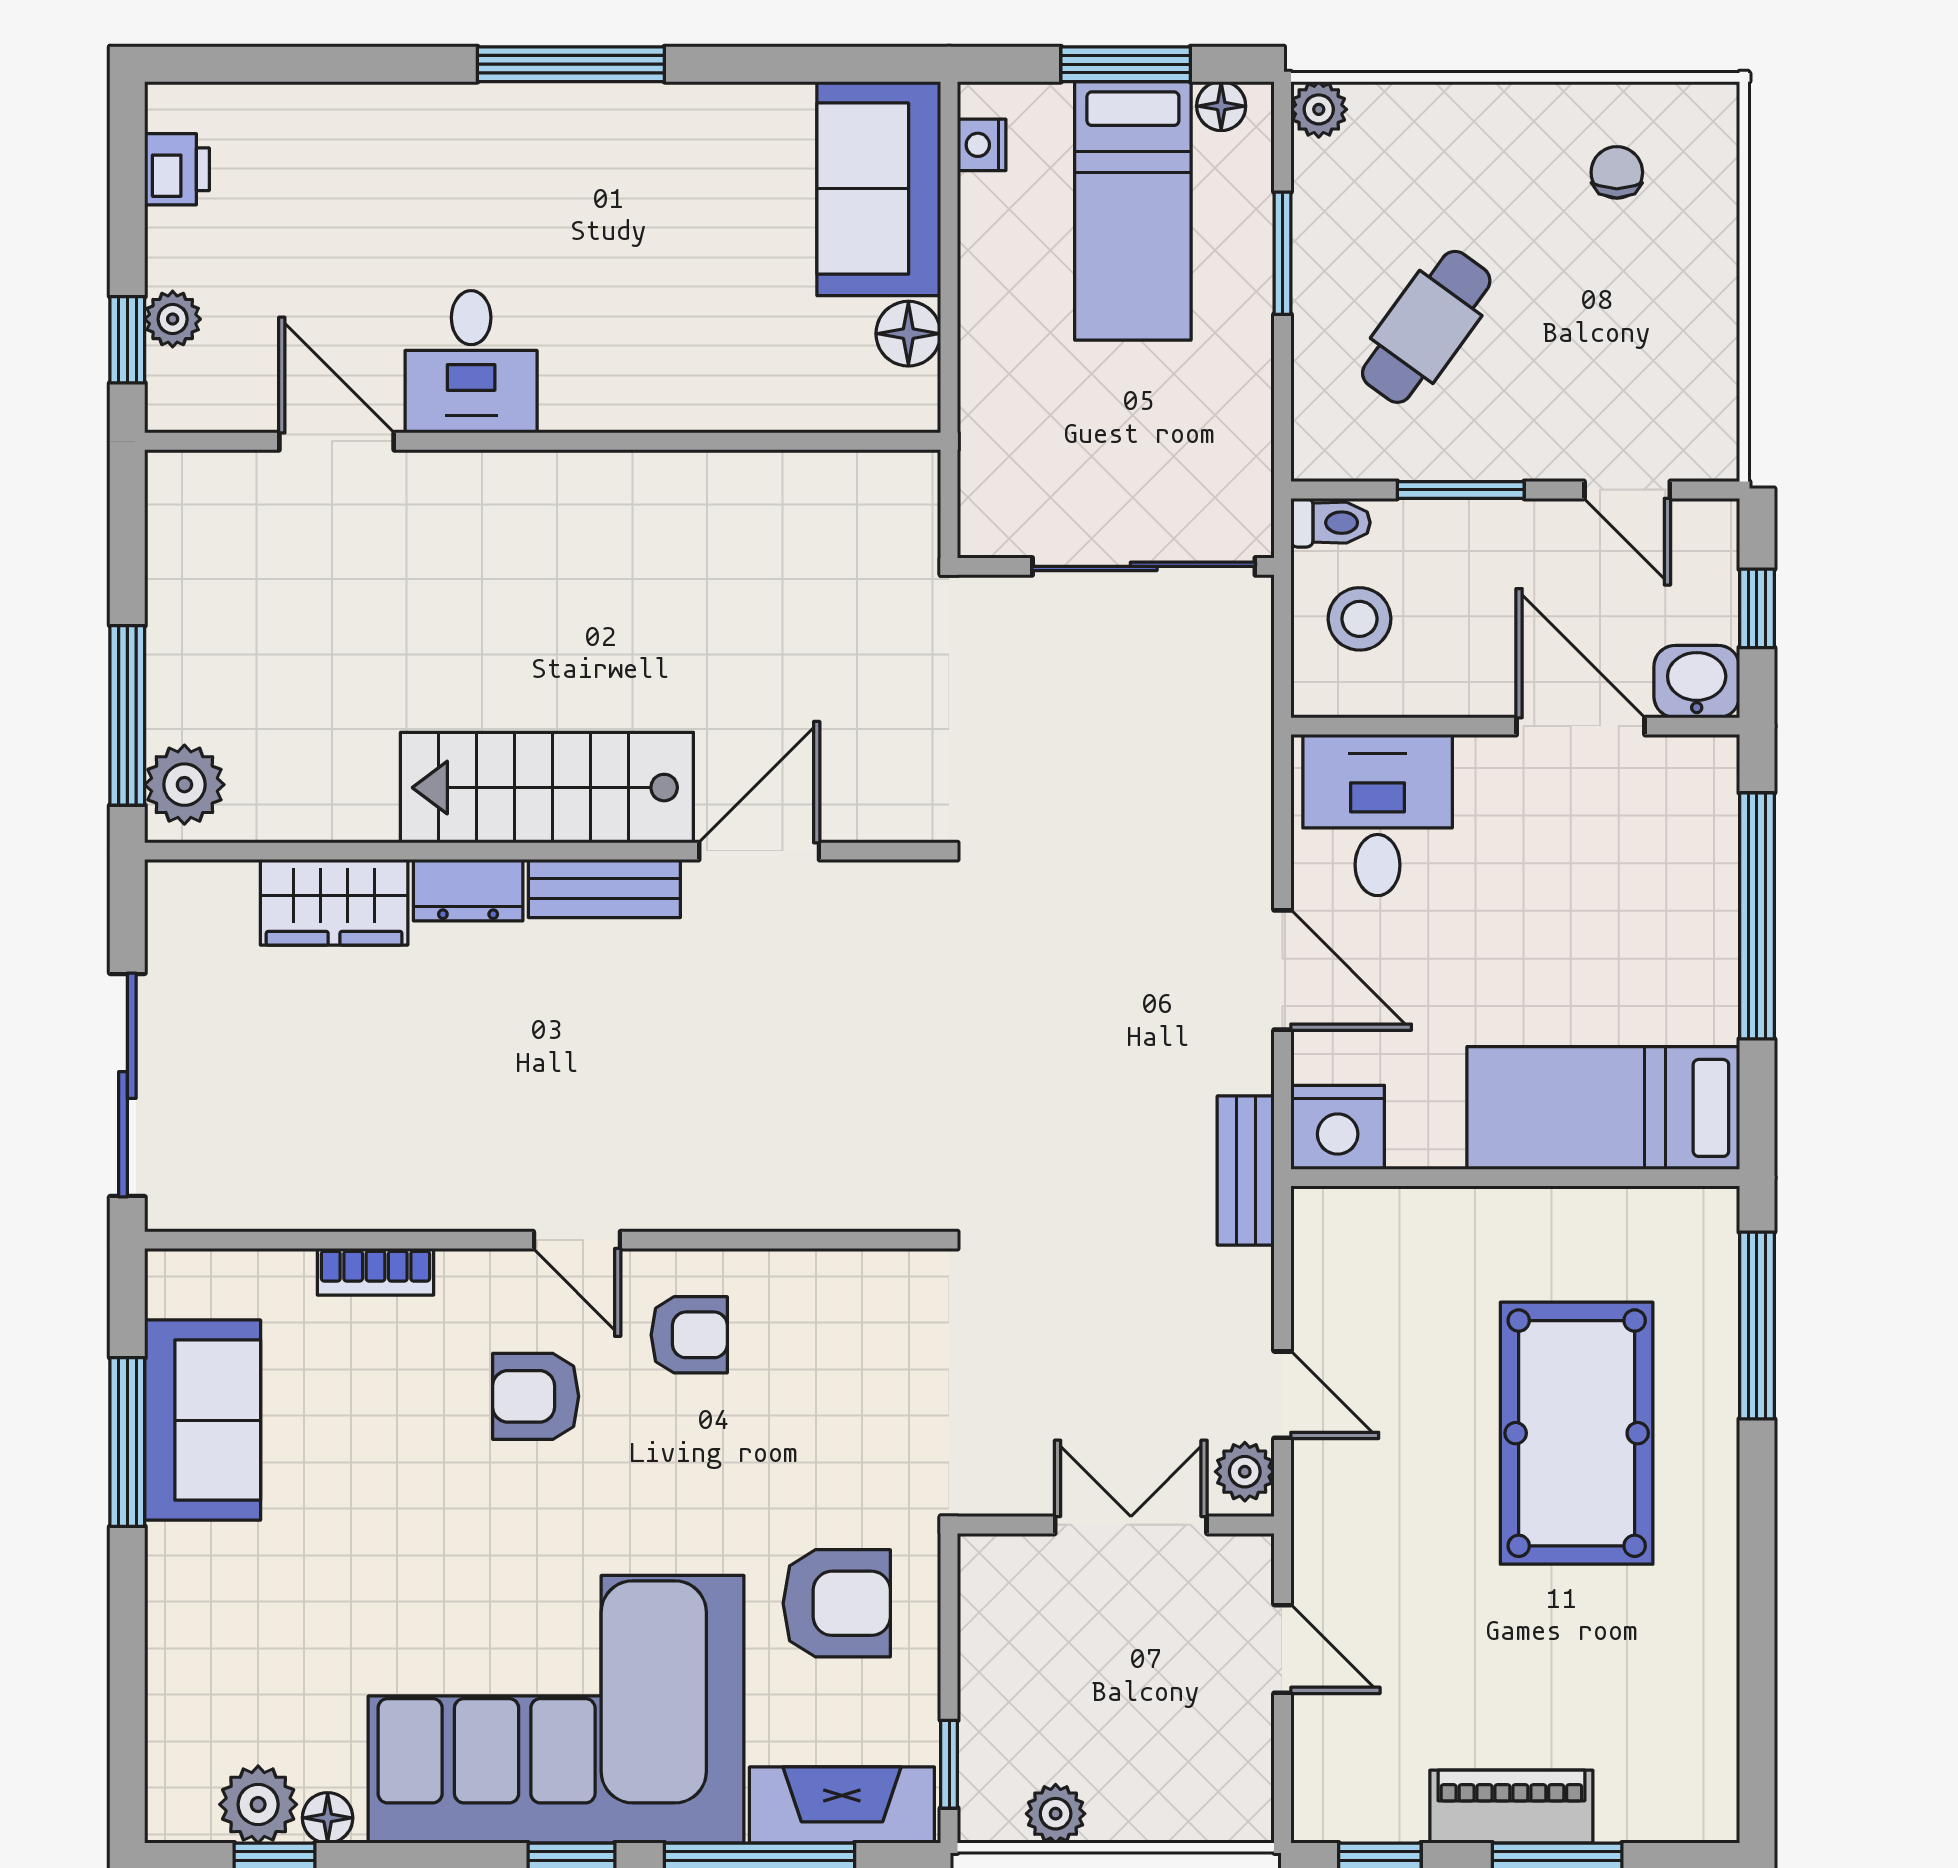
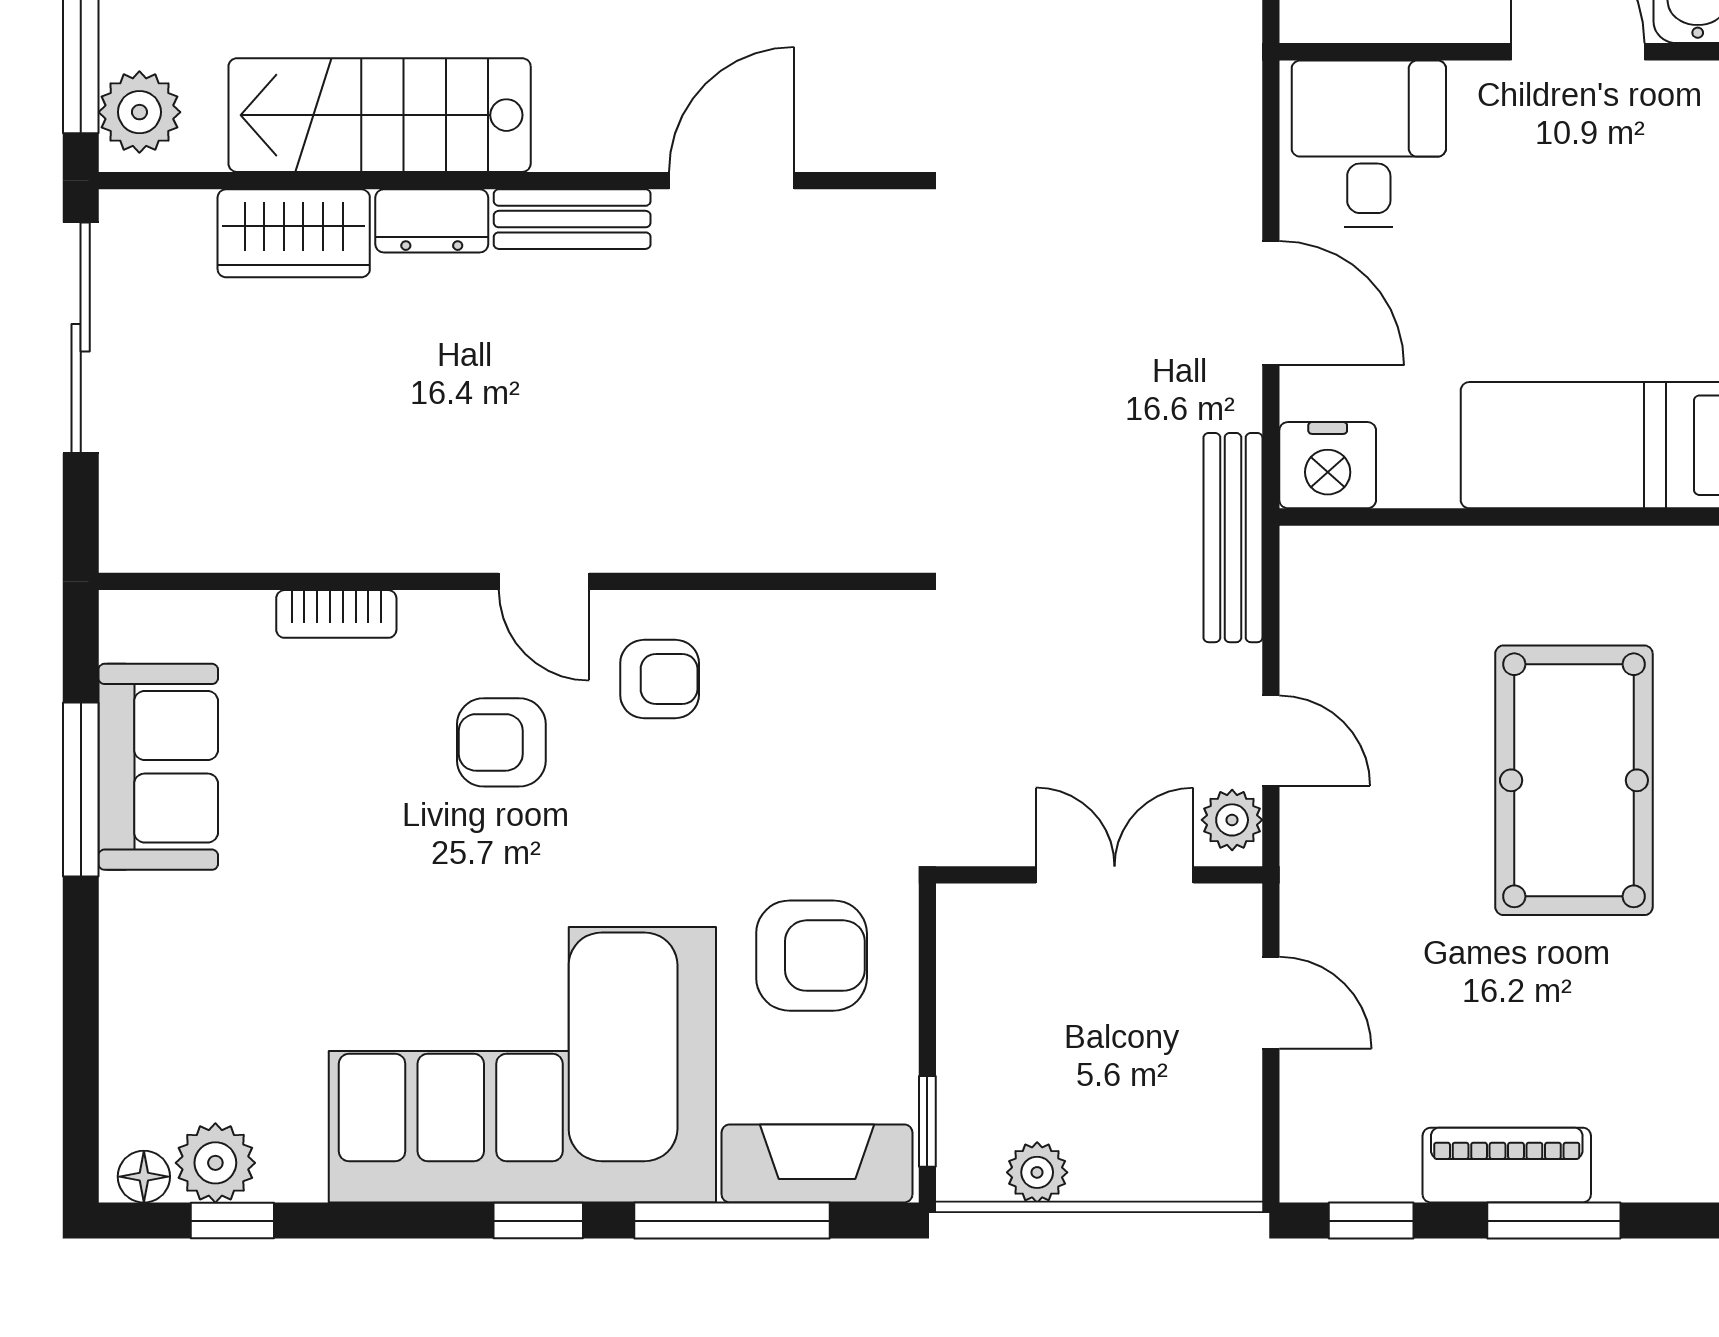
stairs: (547, 788) -> (380, 115), moved
sliding door: (127, 1085) -> (81, 338), moved
bench: (1246, 1170) -> (1233, 538), width x1.36
floor lamp: (328, 1818) -> (144, 1177), moved

